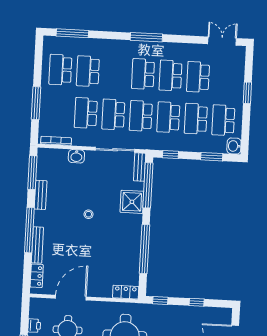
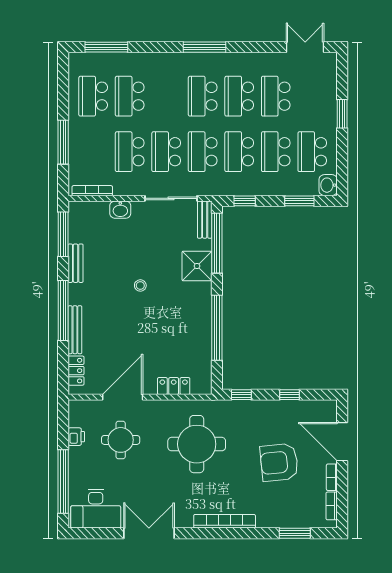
locker: (126, 292) -> (174, 386), moved

